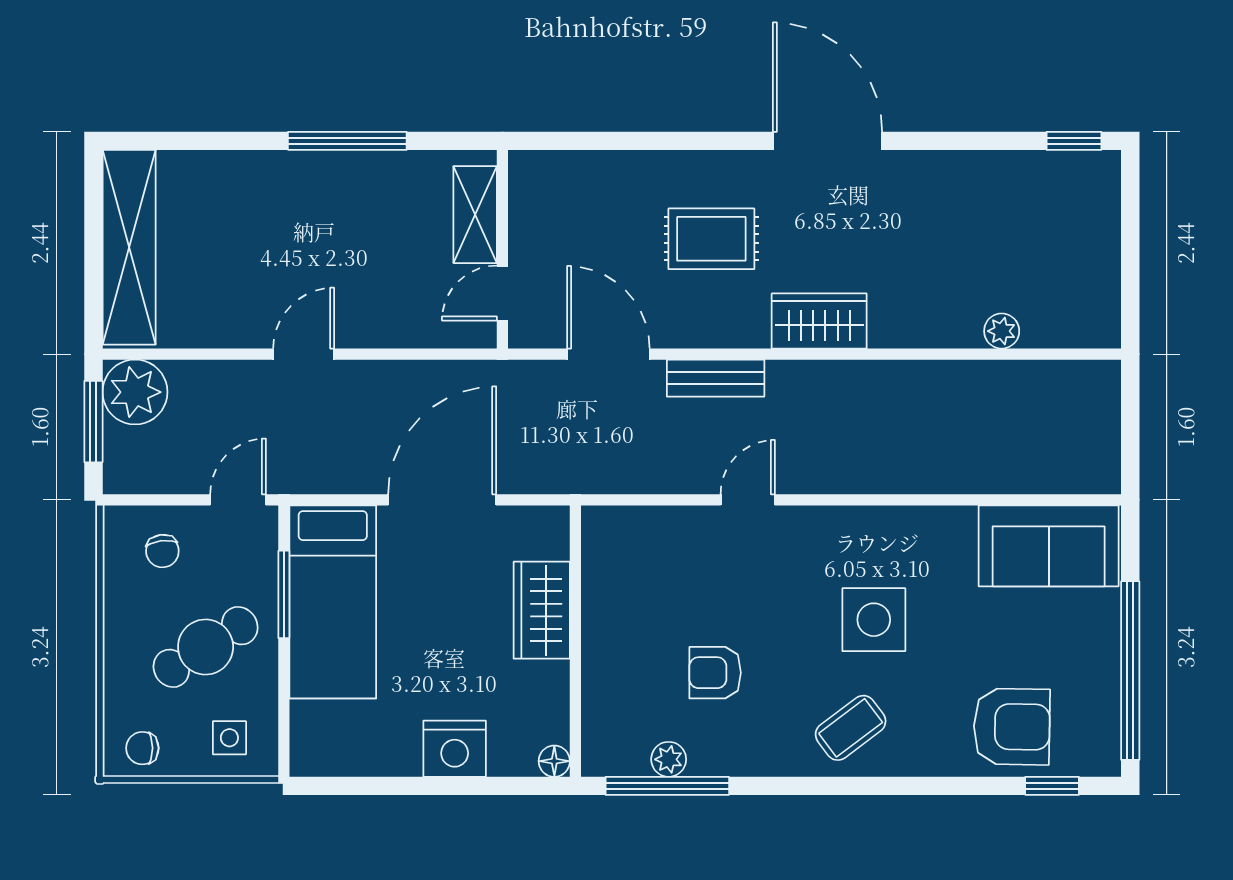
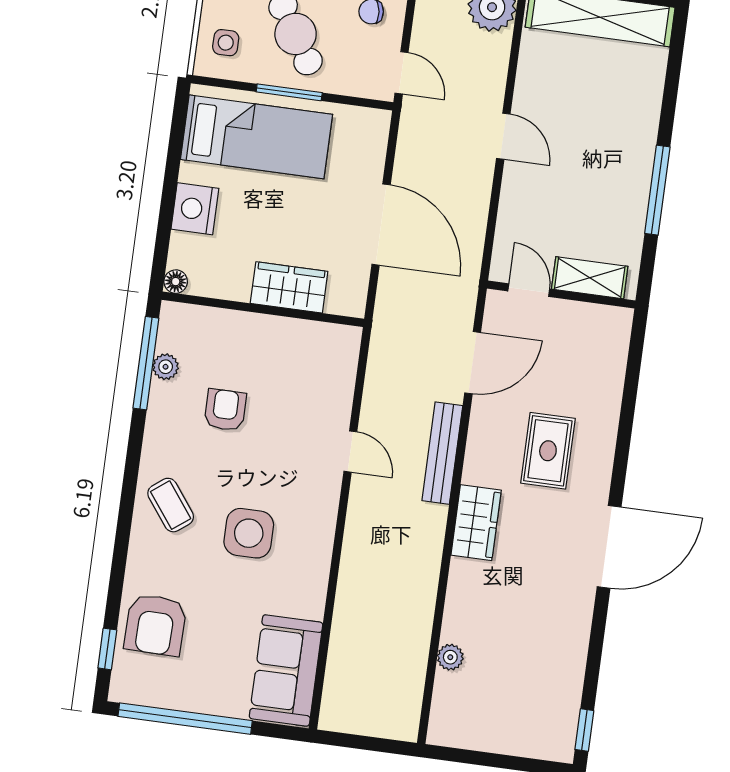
bench: (716, 378) -> (442, 453), width x1.36
window: (284, 594) -> (289, 92), moved
bed: (333, 602) -> (256, 137), moved, turned 180

